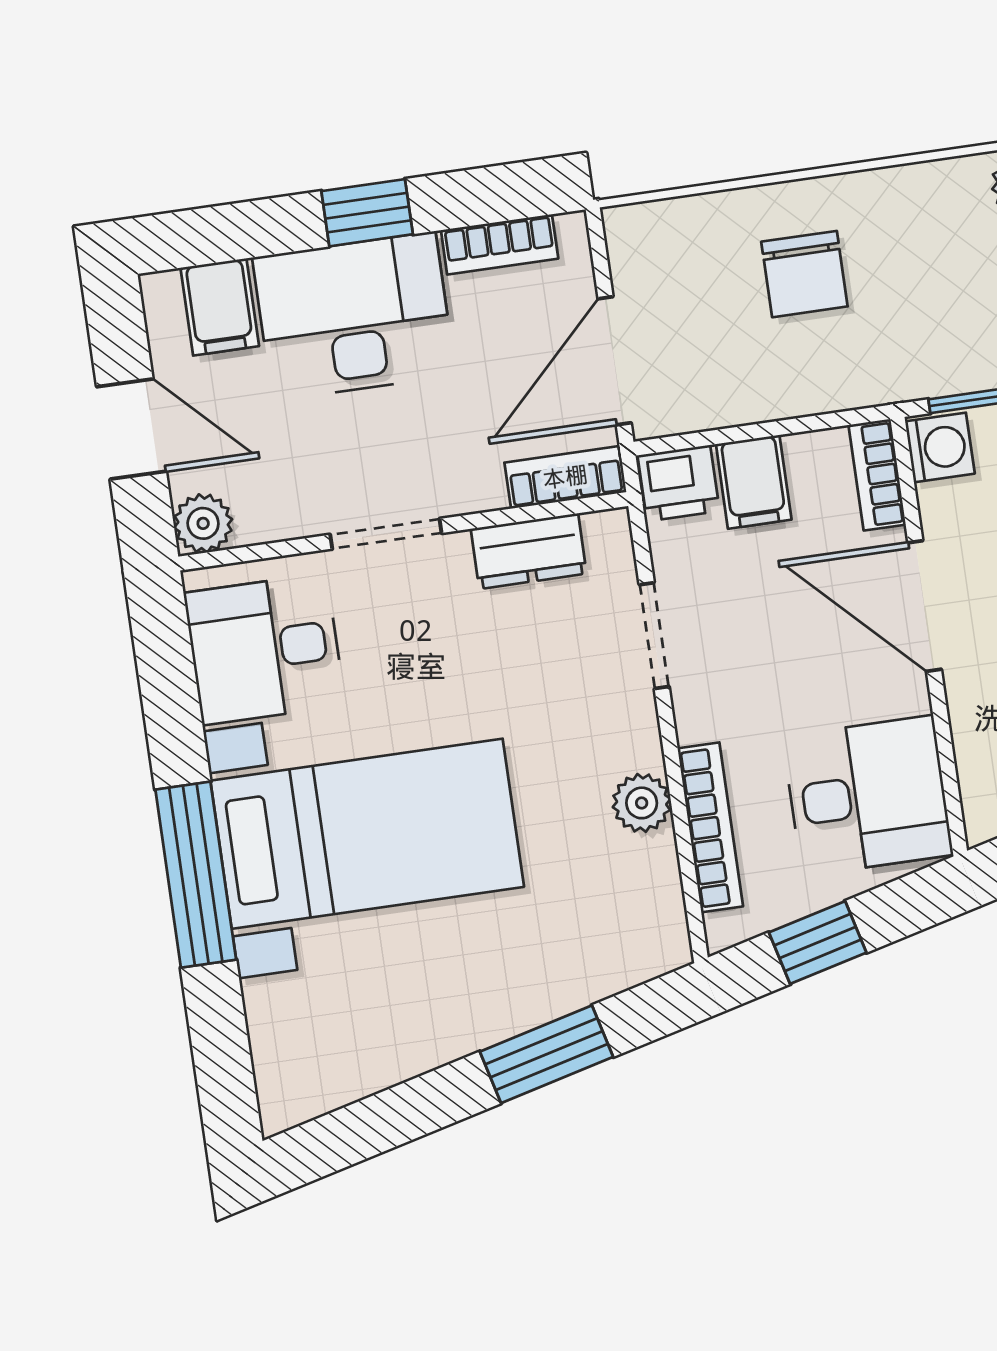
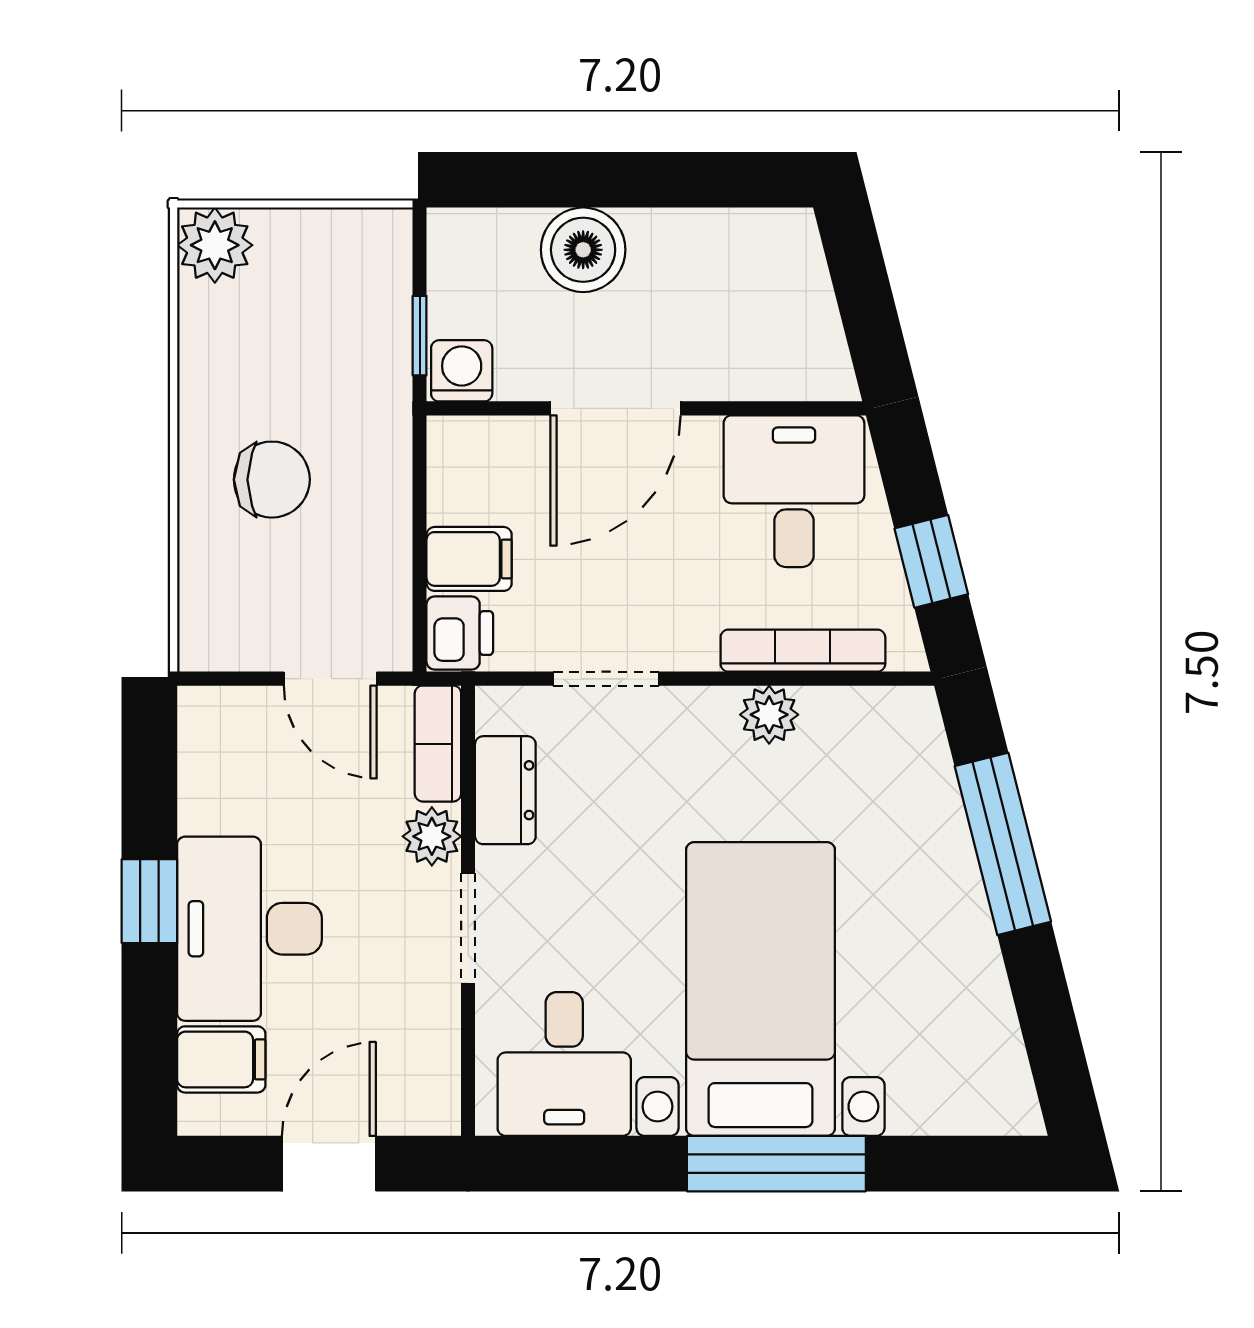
bookcase: (500, 244) -> (199, 775), removed
door: (615, 361) -> (330, 679), width x0.73
bookcase: (877, 475) -> (480, 437), removed
plant: (203, 523) -> (432, 836), moved
window: (547, 1054) -> (1003, 844), width x1.44

